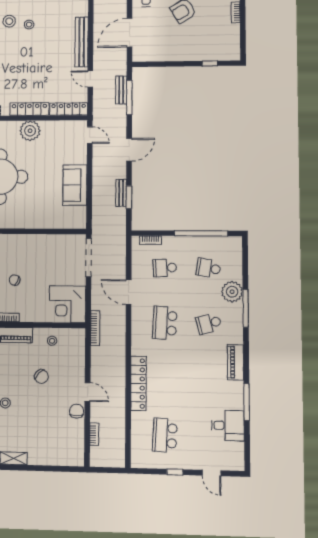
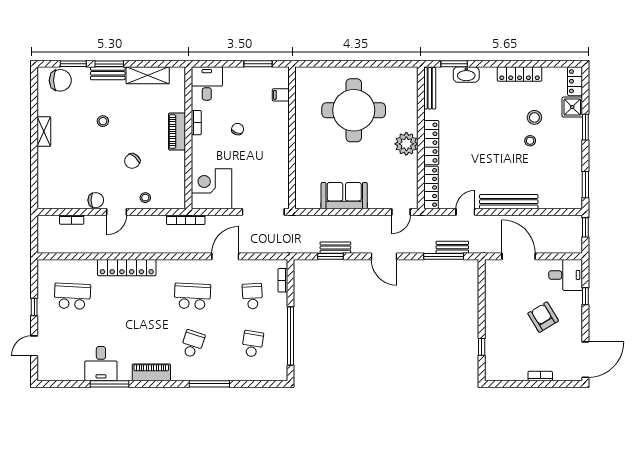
plant: (232, 292) -> (227, 369), removed
school desk: (209, 323) -> (192, 344), turned 33
stool: (52, 341) -> (145, 198), moved
desk: (228, 425) -> (101, 364), moved

